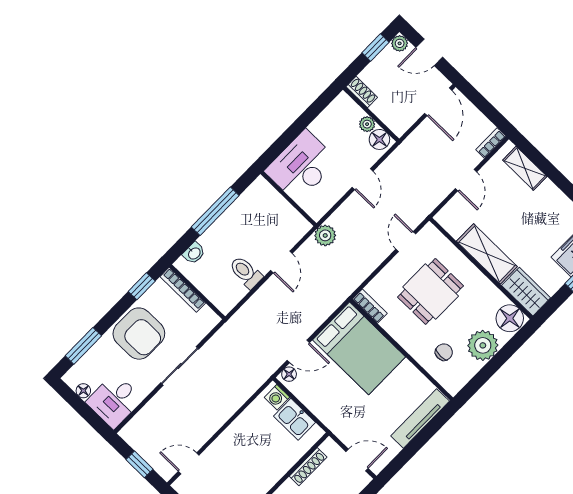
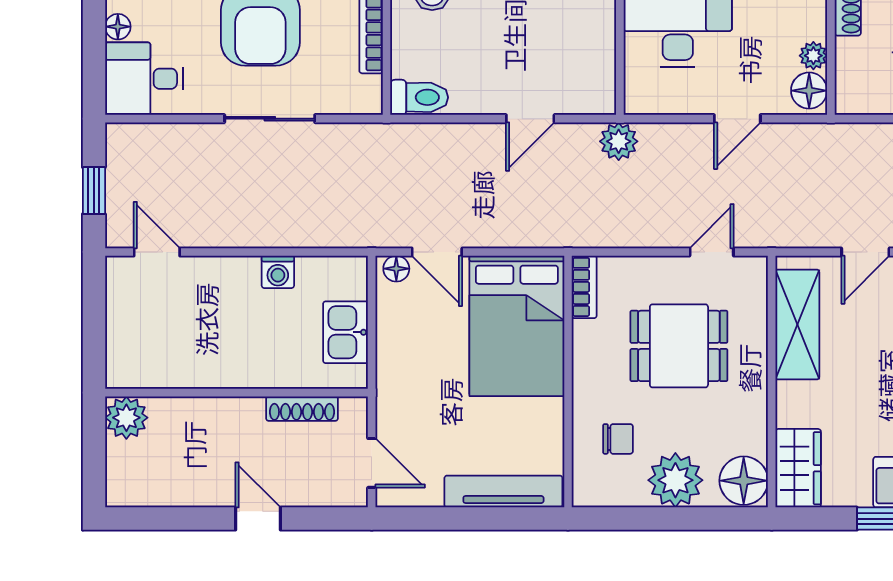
shelving: (487, 254) -> (797, 325), moved
toilet: (246, 272) -> (419, 97), moved, turned 90
washing machine: (277, 397) -> (278, 272), moved, turned -90

